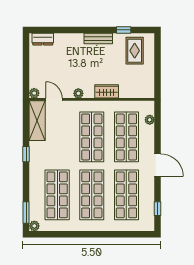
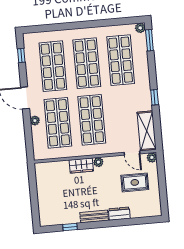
dresser: (43, 39) -> (119, 214), moved
rug: (135, 51) -> (135, 182), moved, turned 90
plant: (78, 93) -> (98, 162), moved
plant: (150, 120) -> (35, 121), moved

